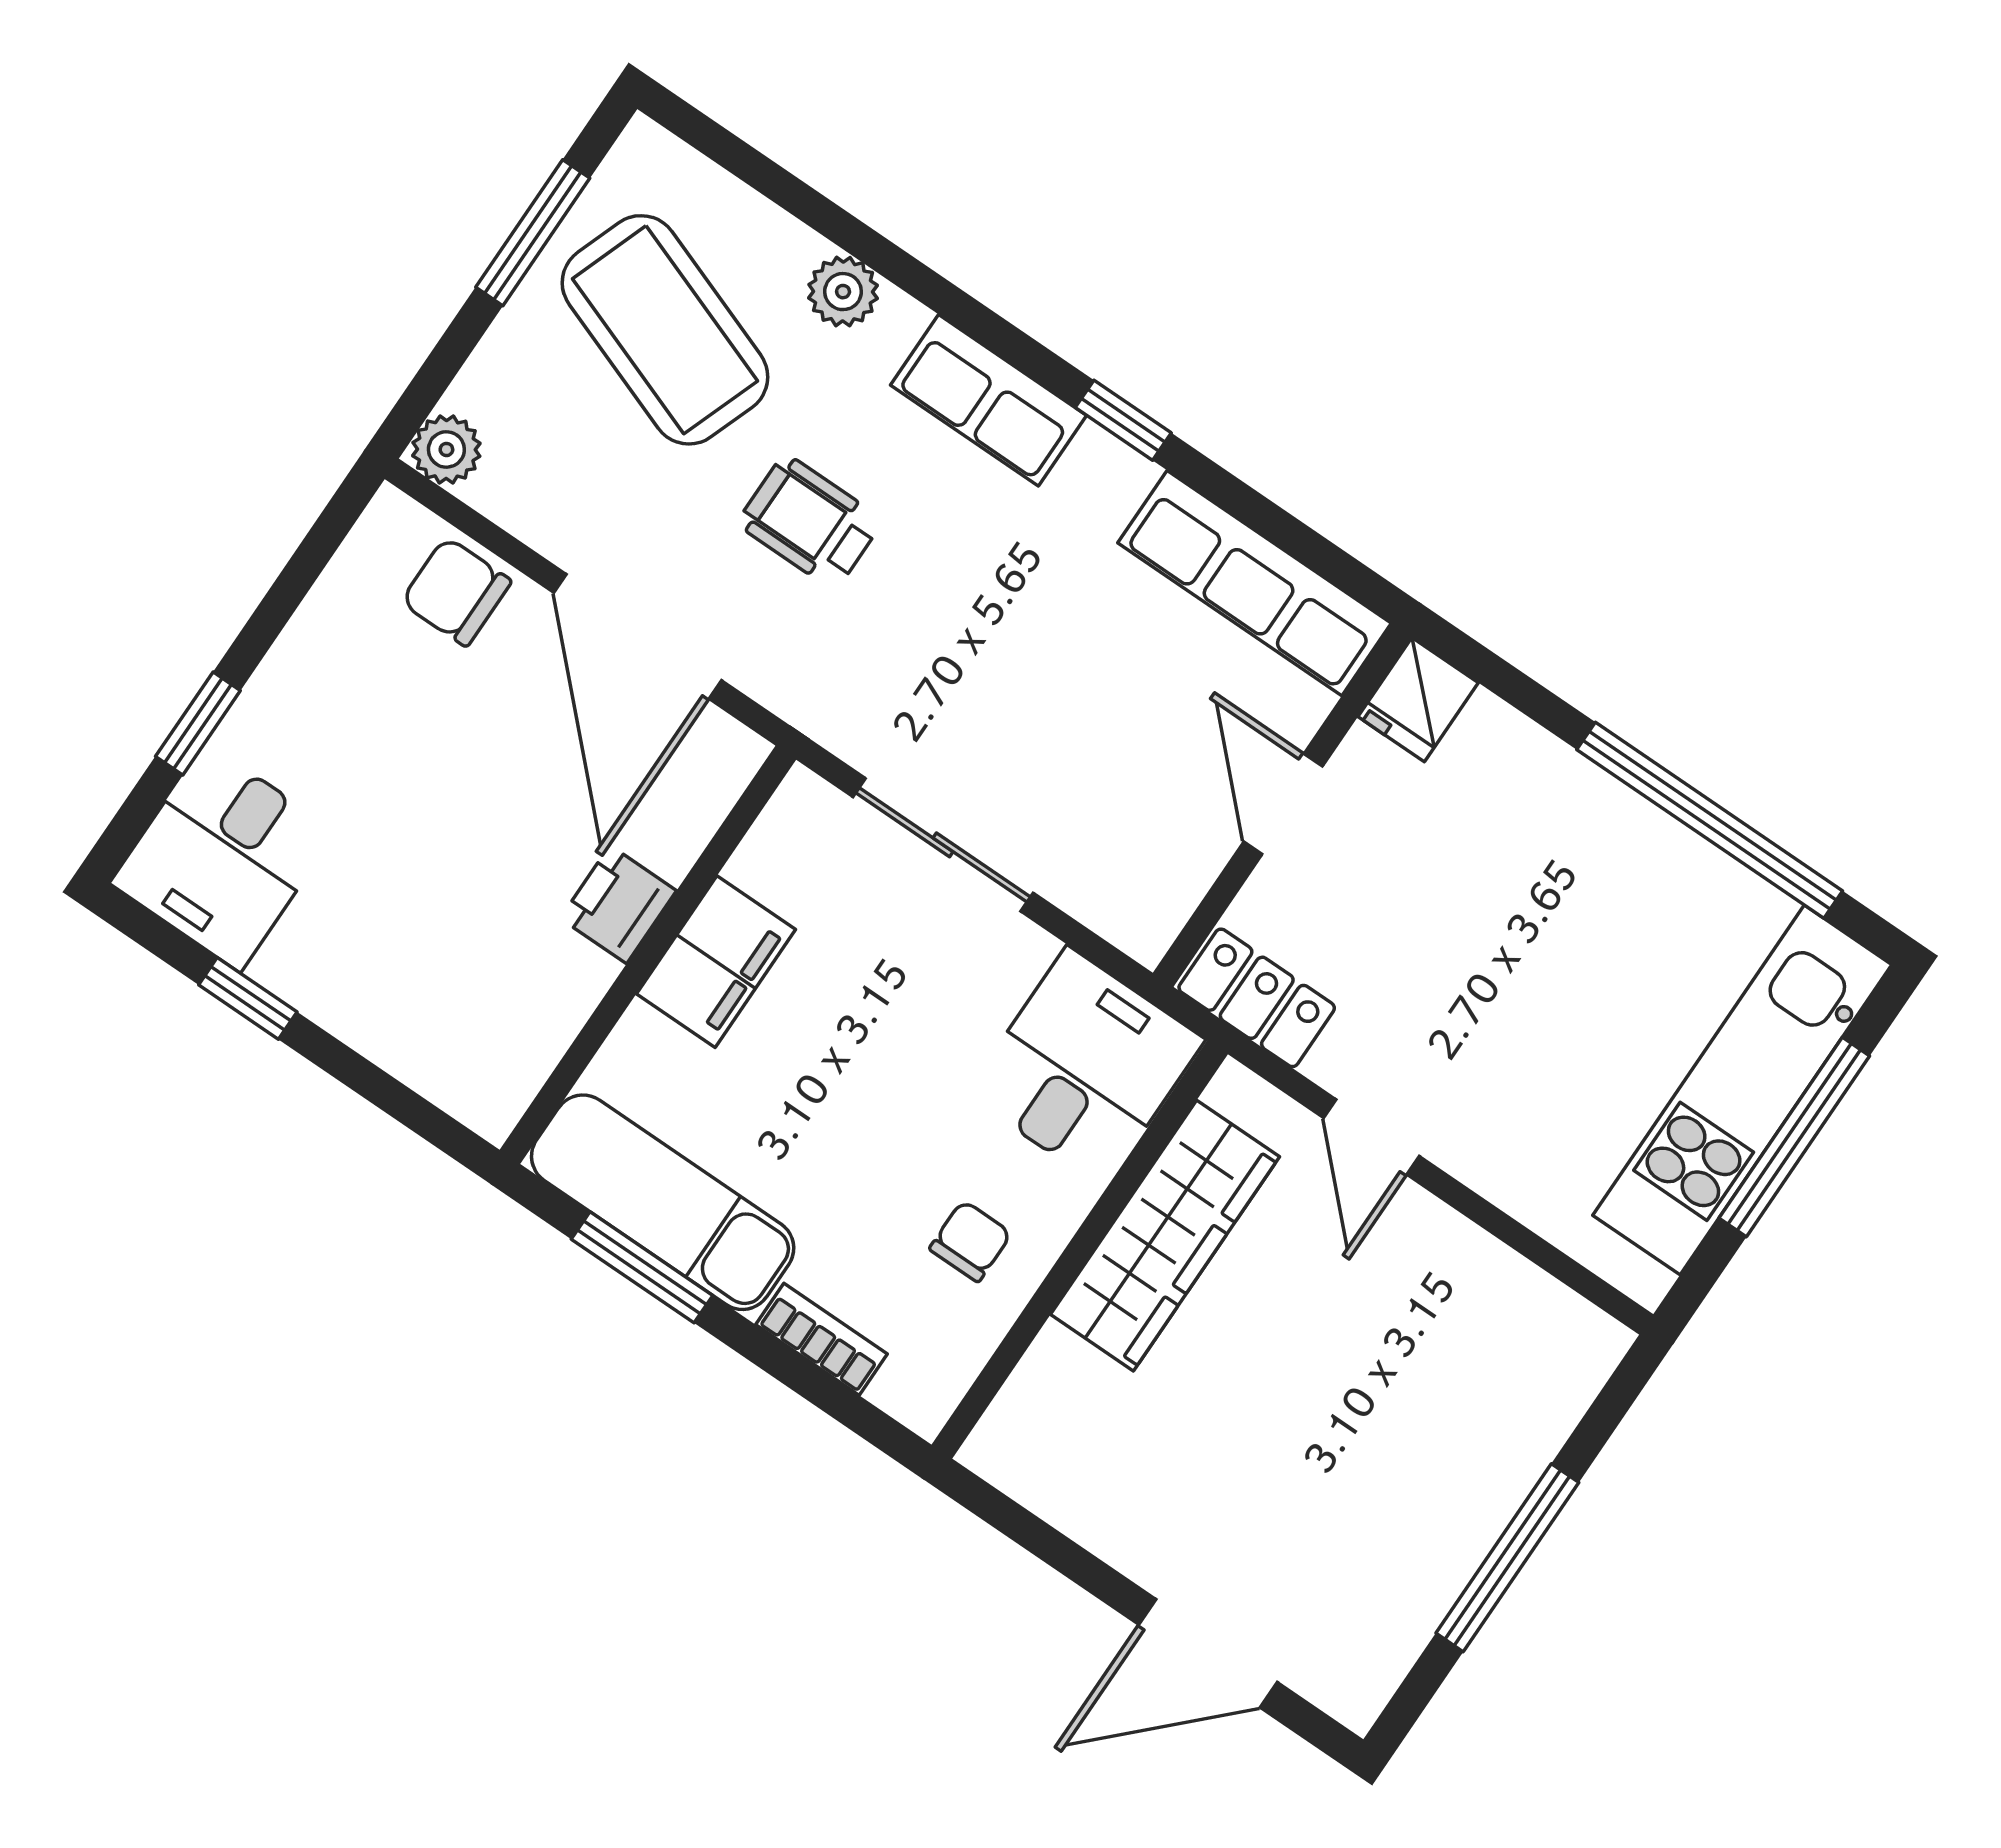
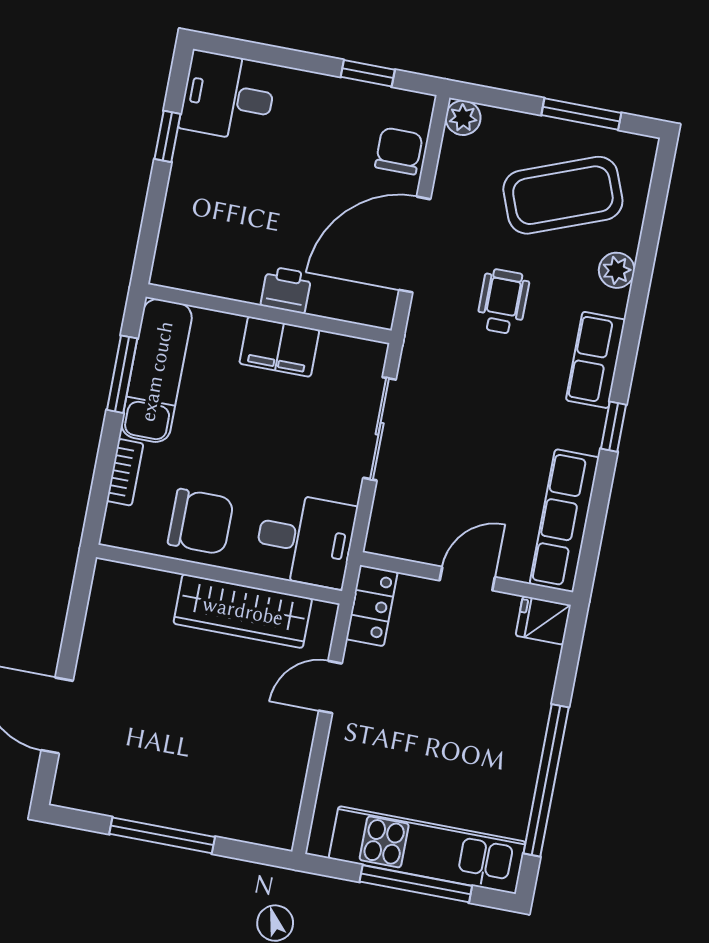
coffee table: (665, 330) -> (563, 195), turned 49
window: (198, 723) -> (368, 73), moved
chair: (970, 1241) -> (201, 522), width x1.87, depth x1.87

